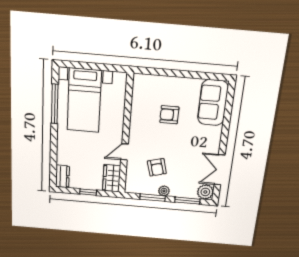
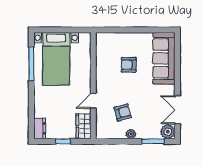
sofa: (213, 103) -> (164, 58), width x1.36
armchair: (157, 167) -> (123, 112), turned -90
window: (153, 198) -> (121, 141), removed

